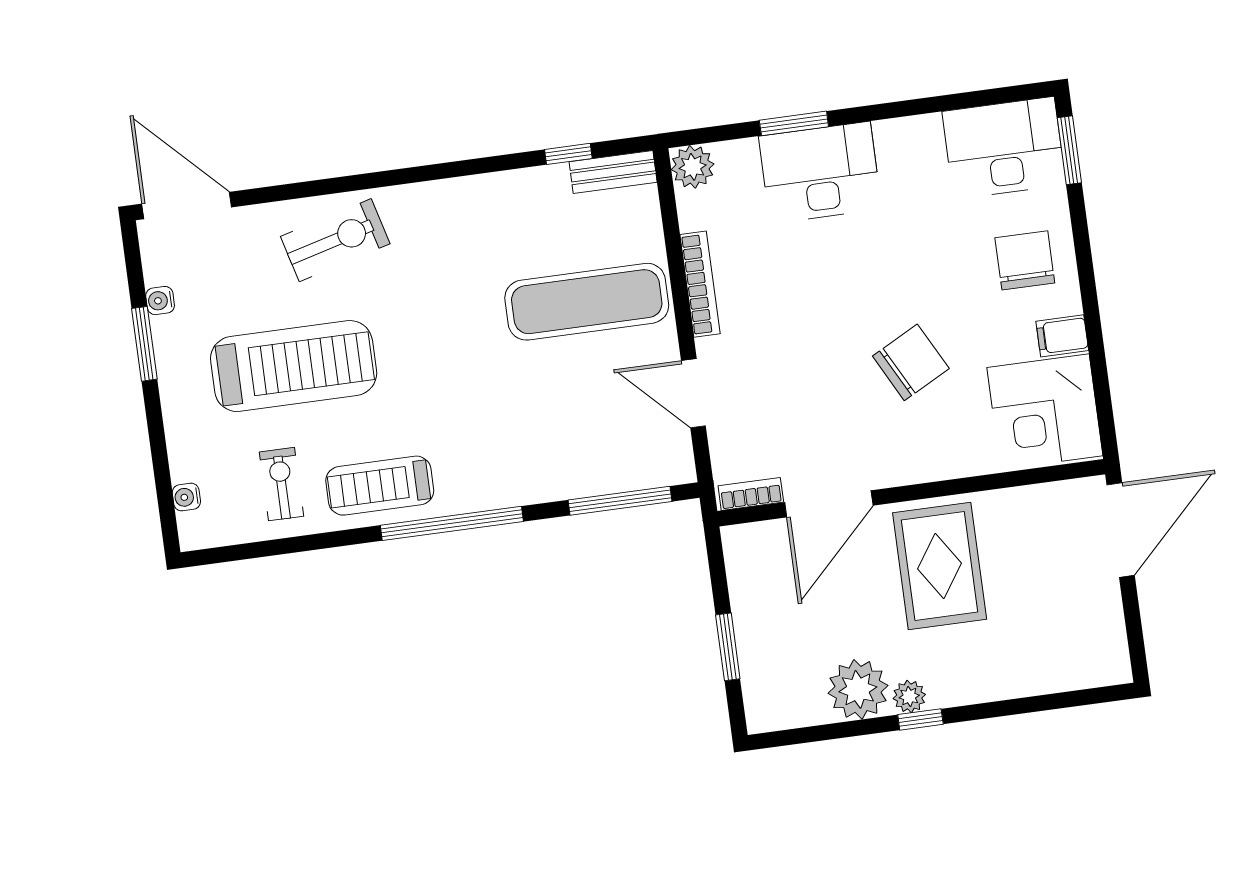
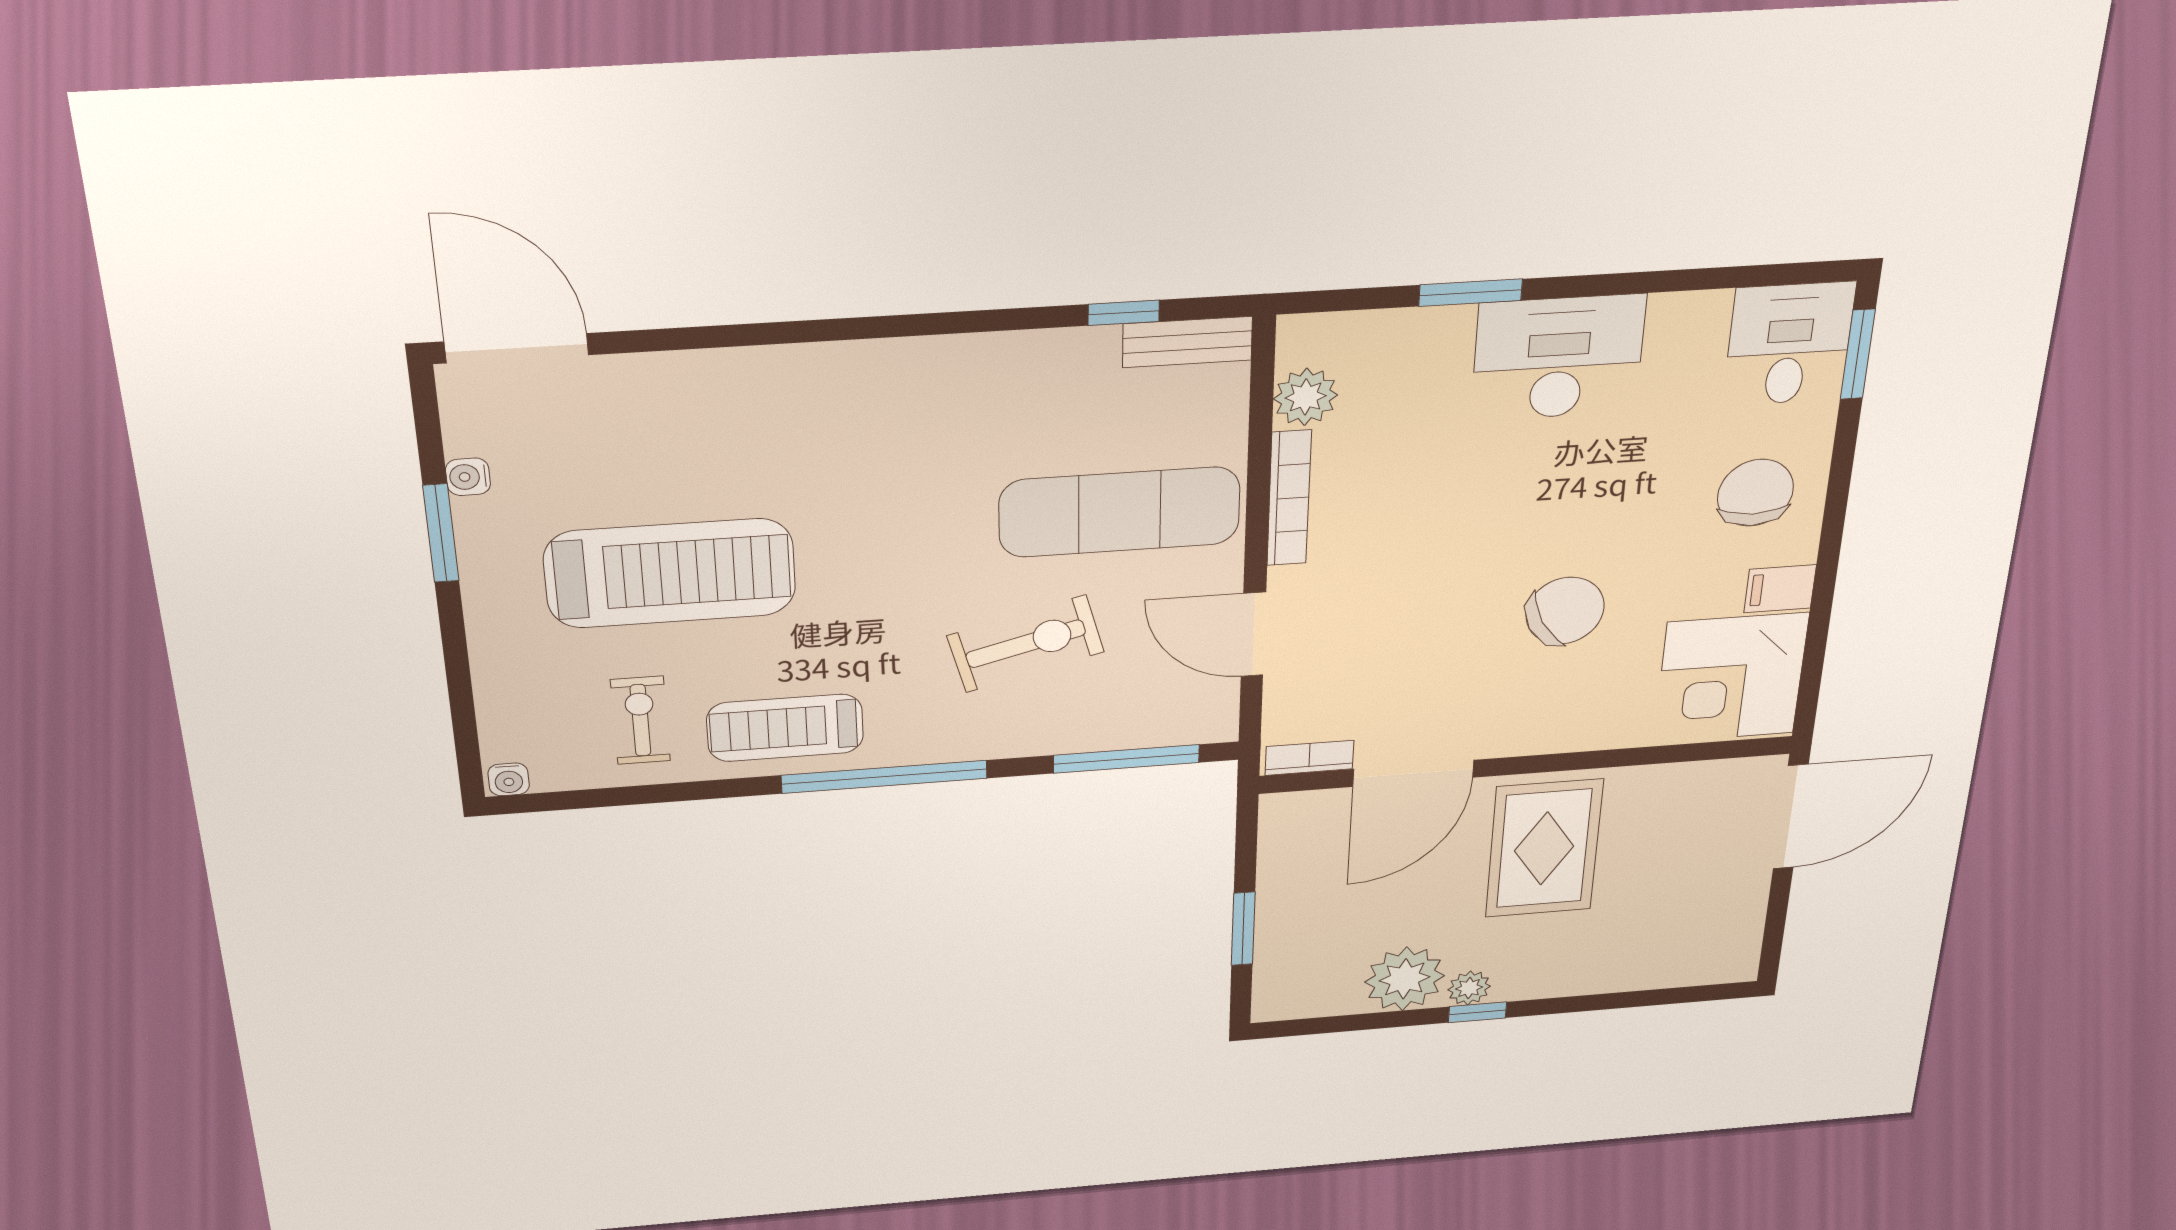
desk: (1004, 148) -> (1789, 344), width x0.73
plant: (693, 167) -> (1306, 397), moved
desk: (820, 172) -> (1558, 358), moved
exercise bike: (335, 240) -> (1026, 644), moved
water cooler: (186, 497) -> (509, 779), moved, turned -90

